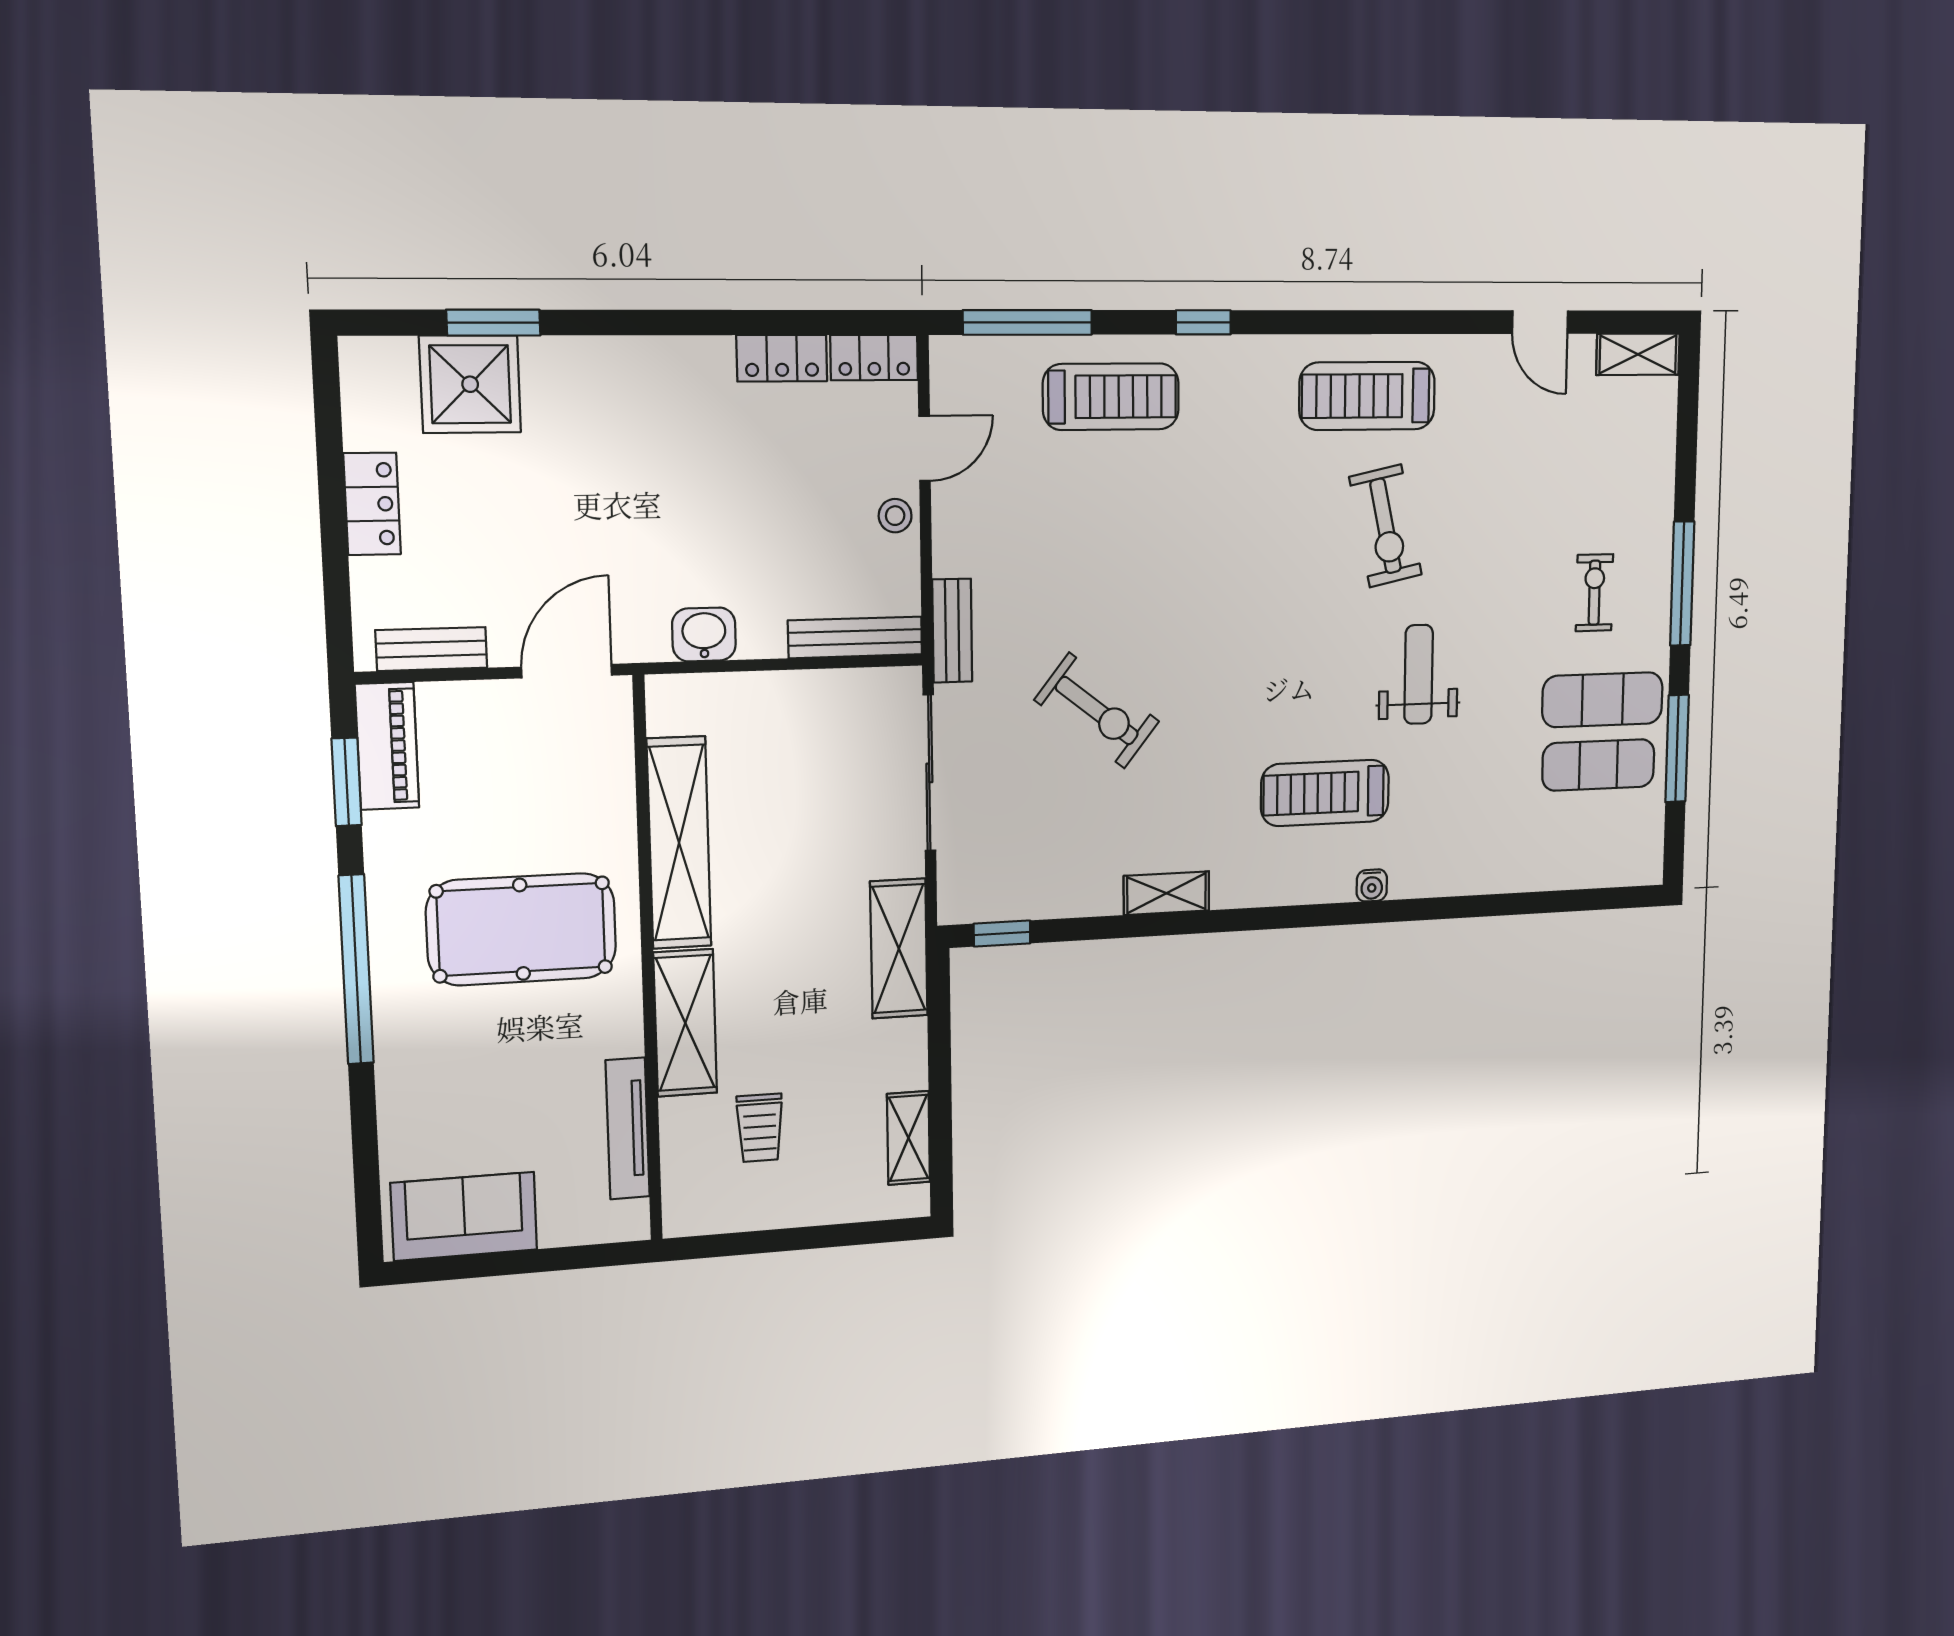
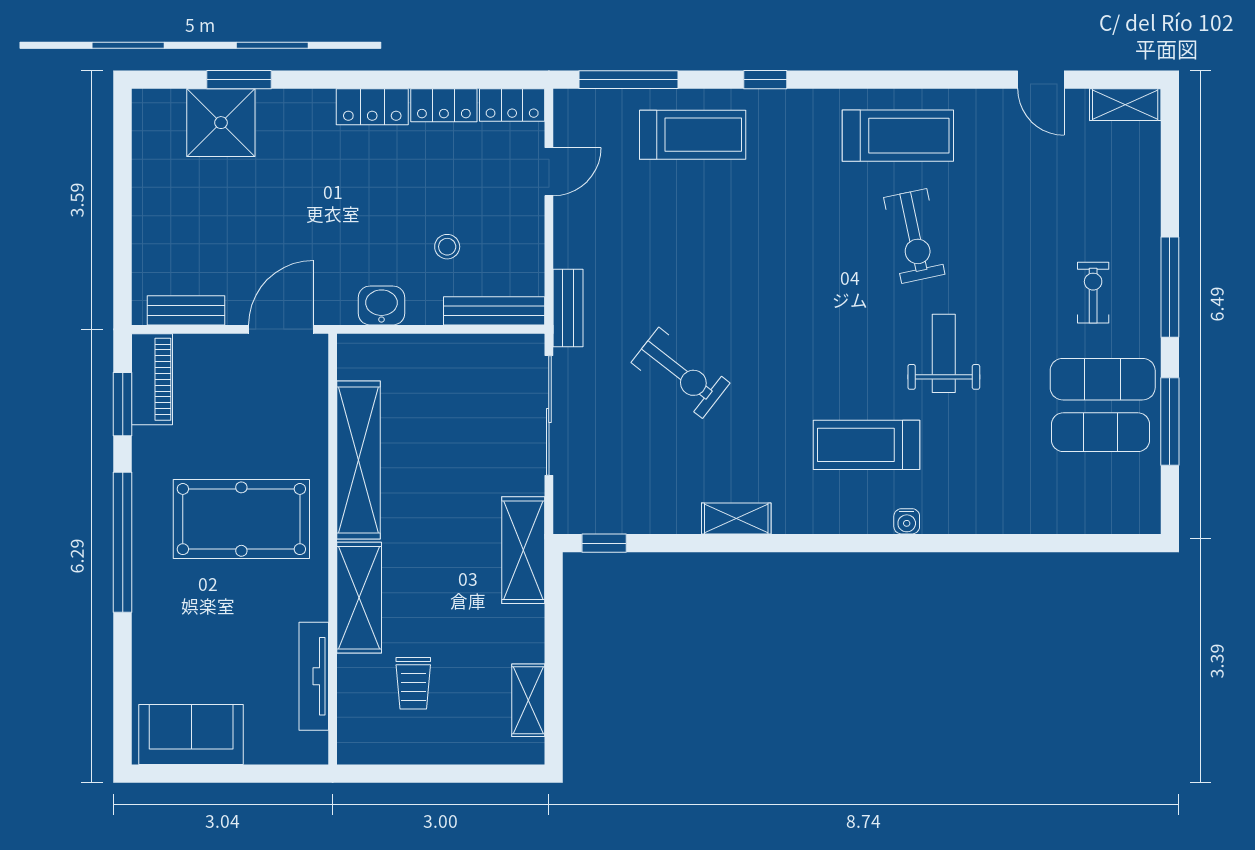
treadmill: (1367, 396) -> (898, 136), turned 180
locker: (372, 504) -> (372, 107), moved, turned 90
stool: (895, 516) -> (447, 247), moved

